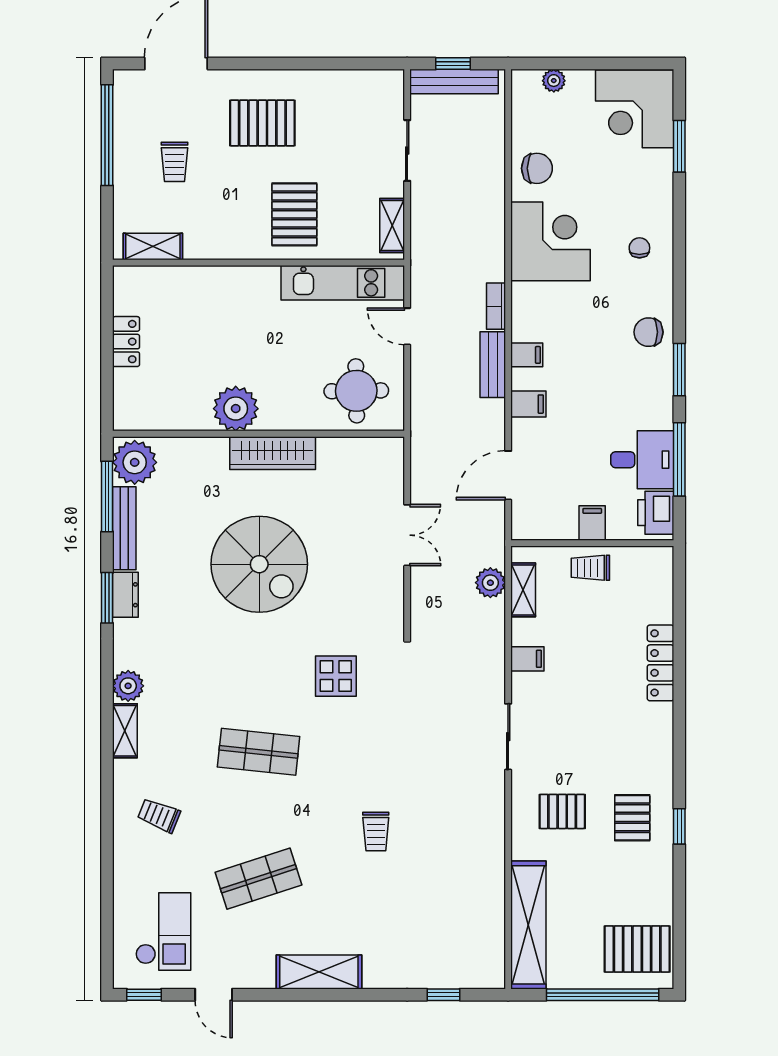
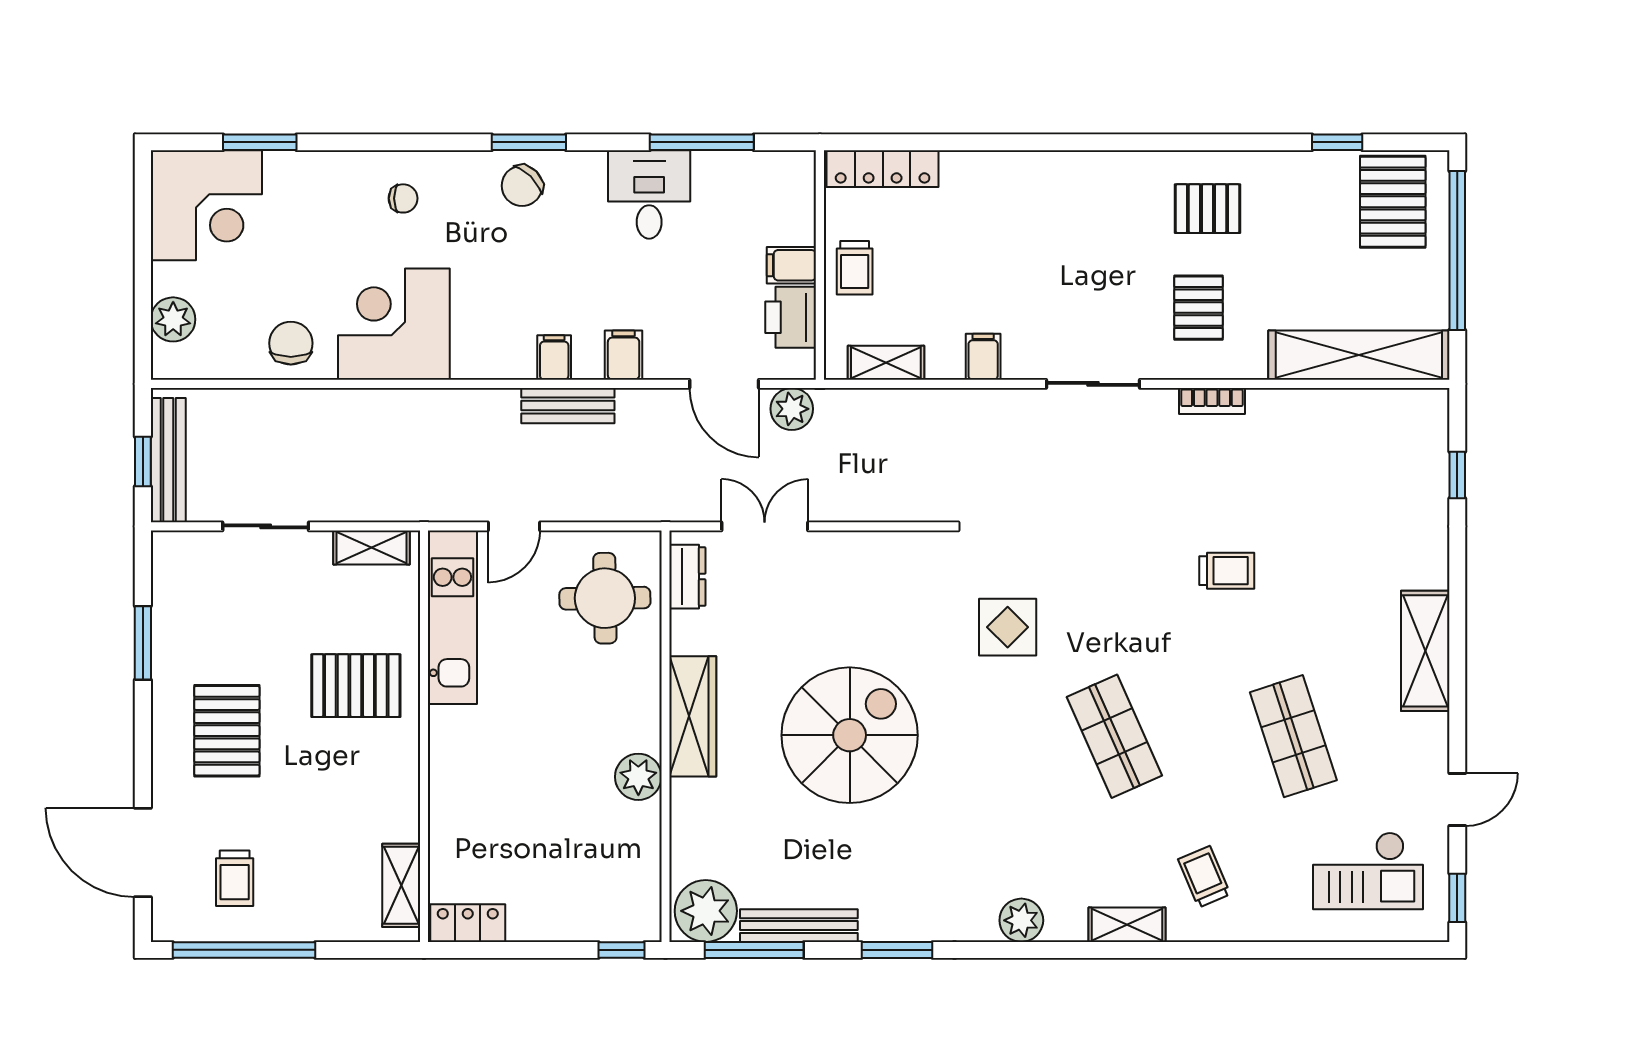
window: (325, 64) -> (143, 643), added
plant: (554, 81) -> (173, 319), width x1.38, depth x1.38
trolley: (175, 162) -> (235, 878), moved, turned 90
chair: (639, 248) -> (403, 198), turned 180
bookcase: (496, 306) -> (1212, 401), moved
chair: (648, 332) -> (522, 186), turned 45
locker: (126, 342) -> (468, 923), moved
window: (679, 370) -> (529, 142), moved
window: (107, 403) -> (621, 950), added
plant: (236, 409) -> (638, 777), width x0.73, depth x0.73
desk: (642, 460) -> (649, 195), moved
printer: (656, 513) -> (791, 317), moved, turned 90
double door: (407, 535) -> (765, 526), moved
plant: (490, 583) -> (792, 409), moved
dresser: (125, 595) -> (687, 577), moved, turned 90
locker: (661, 663) -> (883, 169), moved
shelving: (125, 731) -> (1127, 925), moved
shop shelf: (259, 752) -> (1114, 736), turned -30
trolley: (159, 815) -> (1204, 877), turned 135
window: (679, 826) -> (1337, 142), moved
checkout: (163, 931) -> (1368, 871), turned 180

